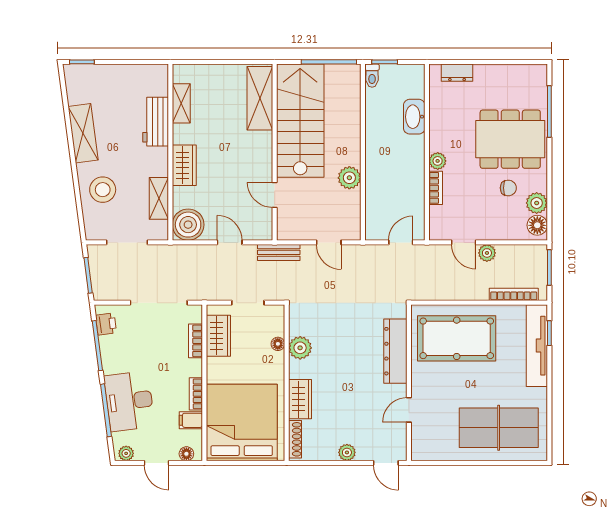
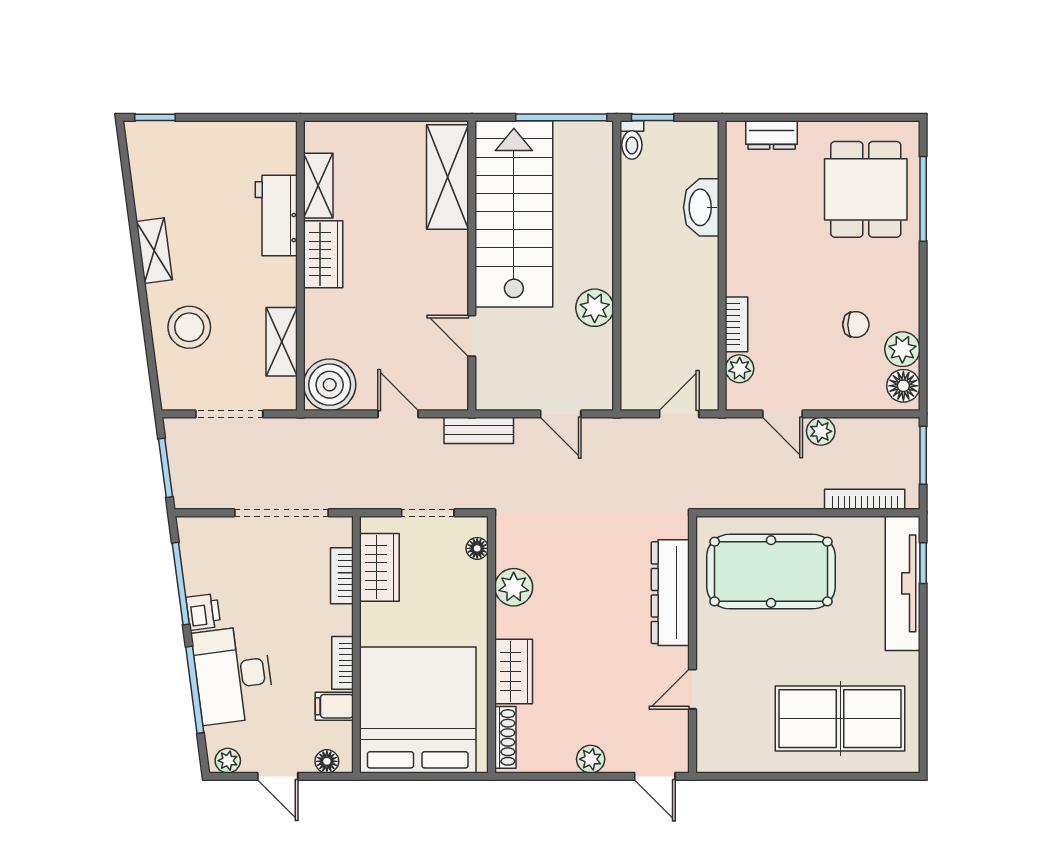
shelving: (83, 133) -> (154, 251), width x0.67, depth x0.75
dining table: (510, 139) -> (866, 189), moved, width x0.73
plant: (438, 161) -> (740, 369), moved
wardrobe: (184, 165) -> (323, 254), moved
printer: (106, 324) -> (203, 612), moved
floor lamp: (278, 344) -> (477, 548), moved

